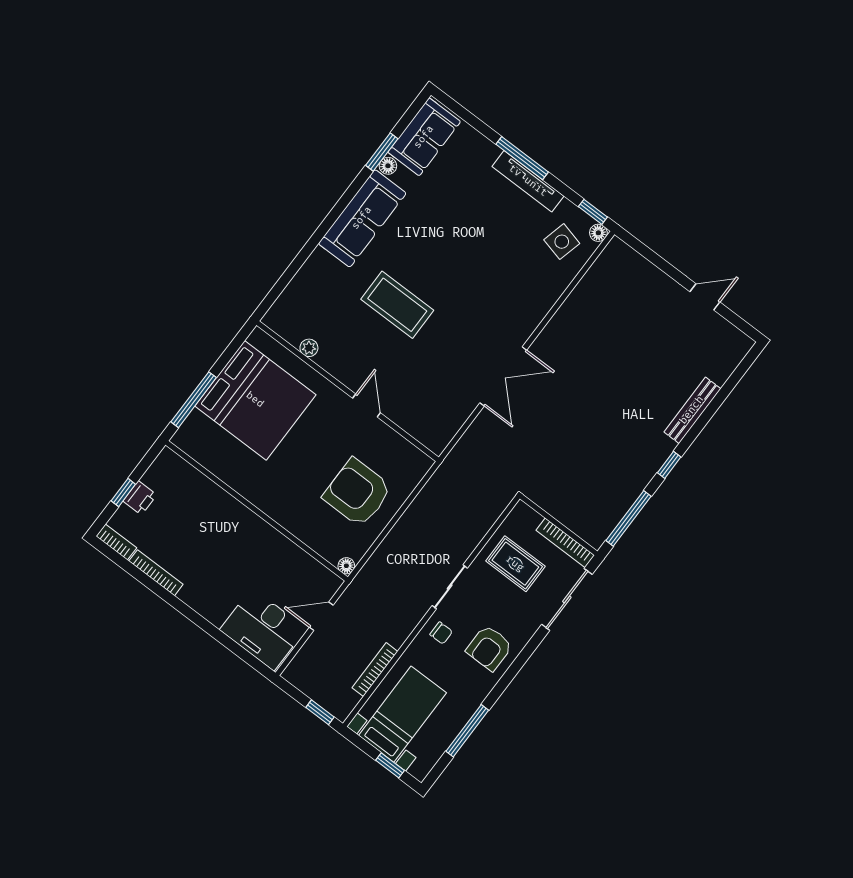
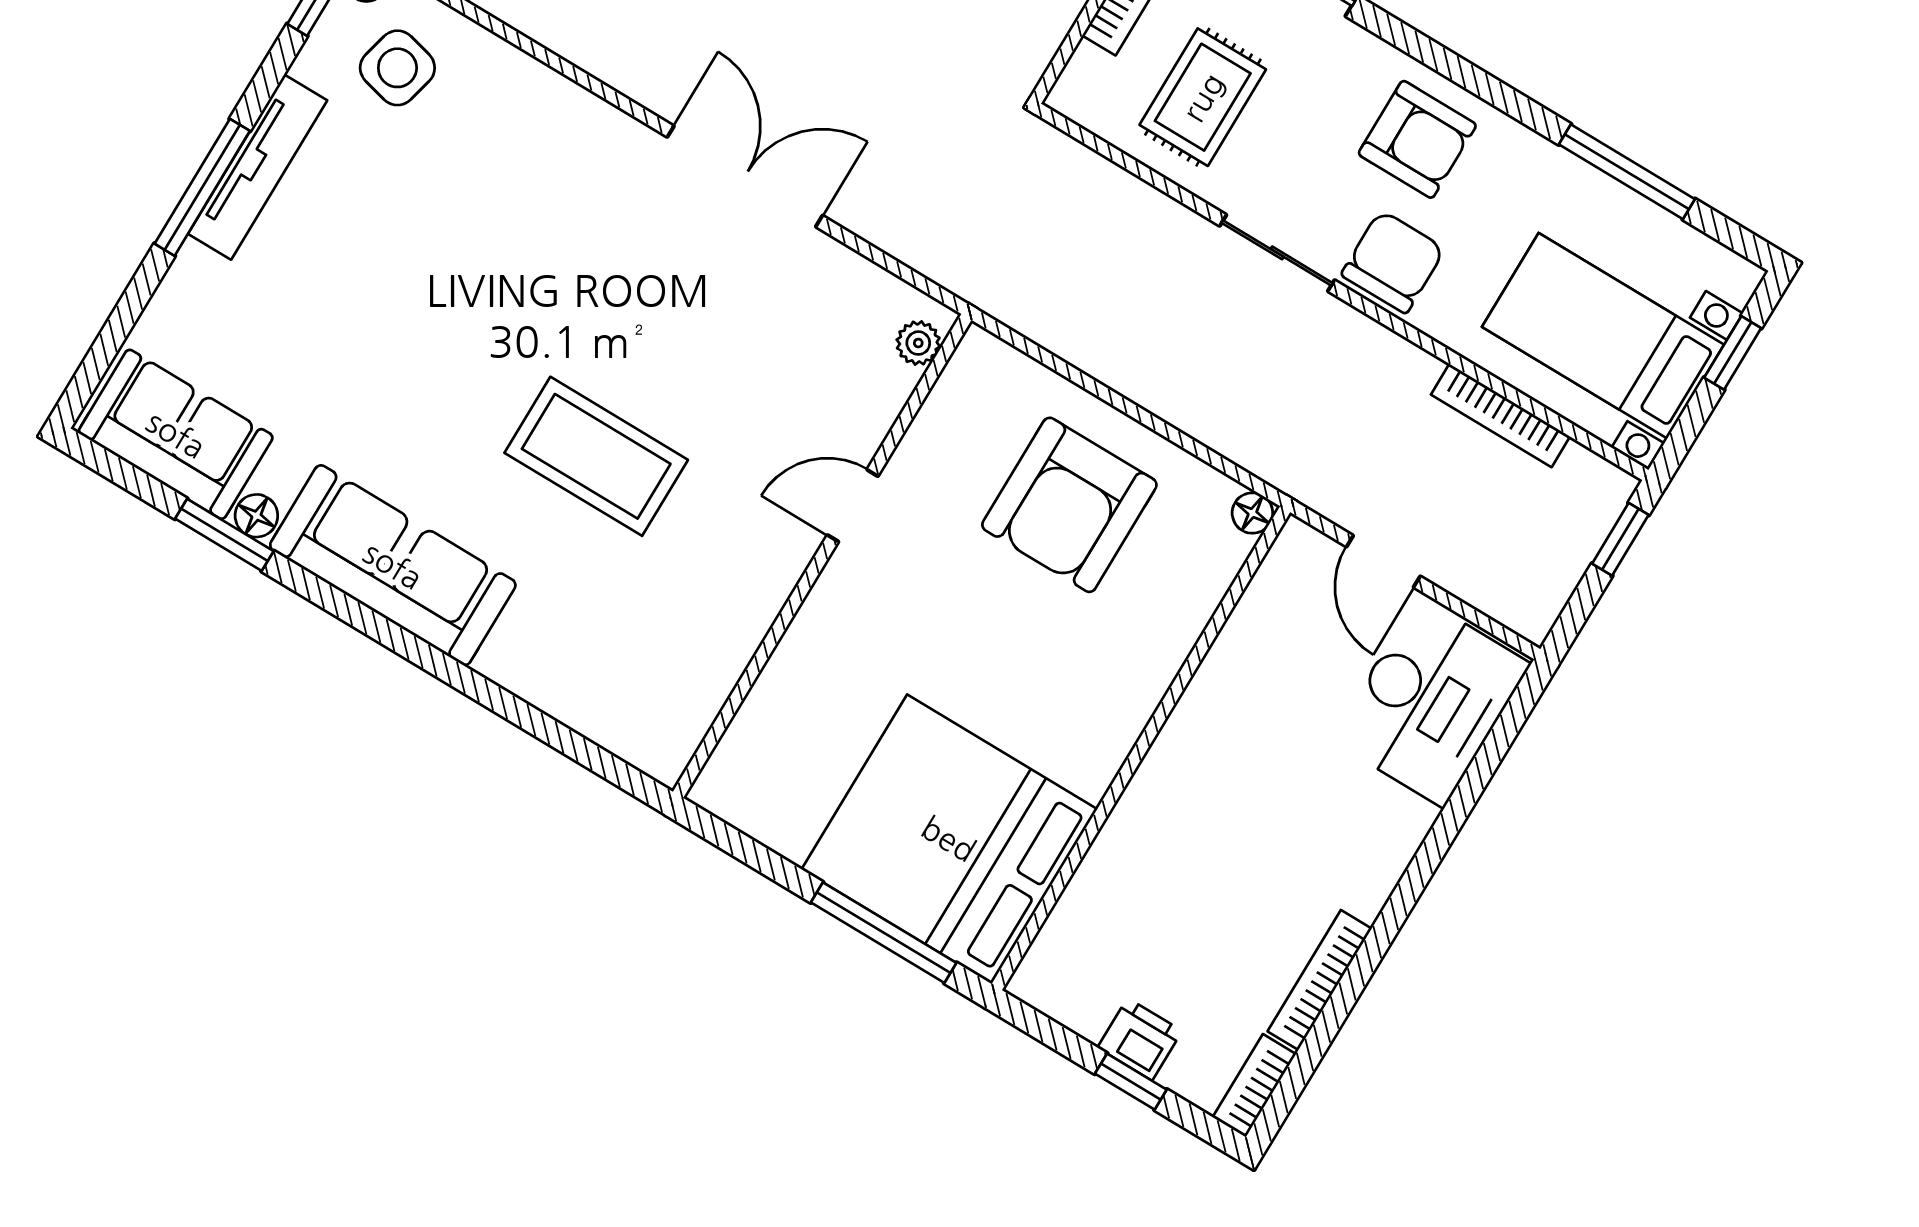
coffee table: (397, 305) -> (596, 456), turned 90
plant: (309, 348) -> (918, 343), moved
bed: (255, 400) -> (949, 839), moved, turned -90
chair: (441, 633) -> (1393, 262), width x1.87, depth x1.87

